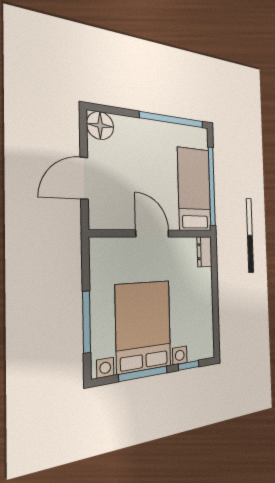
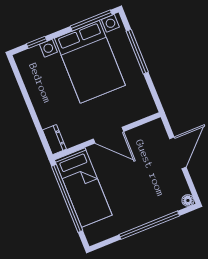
window: (172, 120) -> (149, 225), moved
floor lamp: (100, 125) -> (188, 200), width x0.53, depth x0.53
window: (143, 374) -> (91, 21), moved

